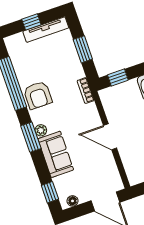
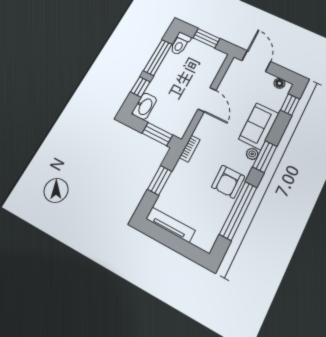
window: (31, 22) -> (175, 243), removed
window: (118, 77) -> (157, 134), width x1.50
armchair: (38, 95) -> (228, 182), turned 180

